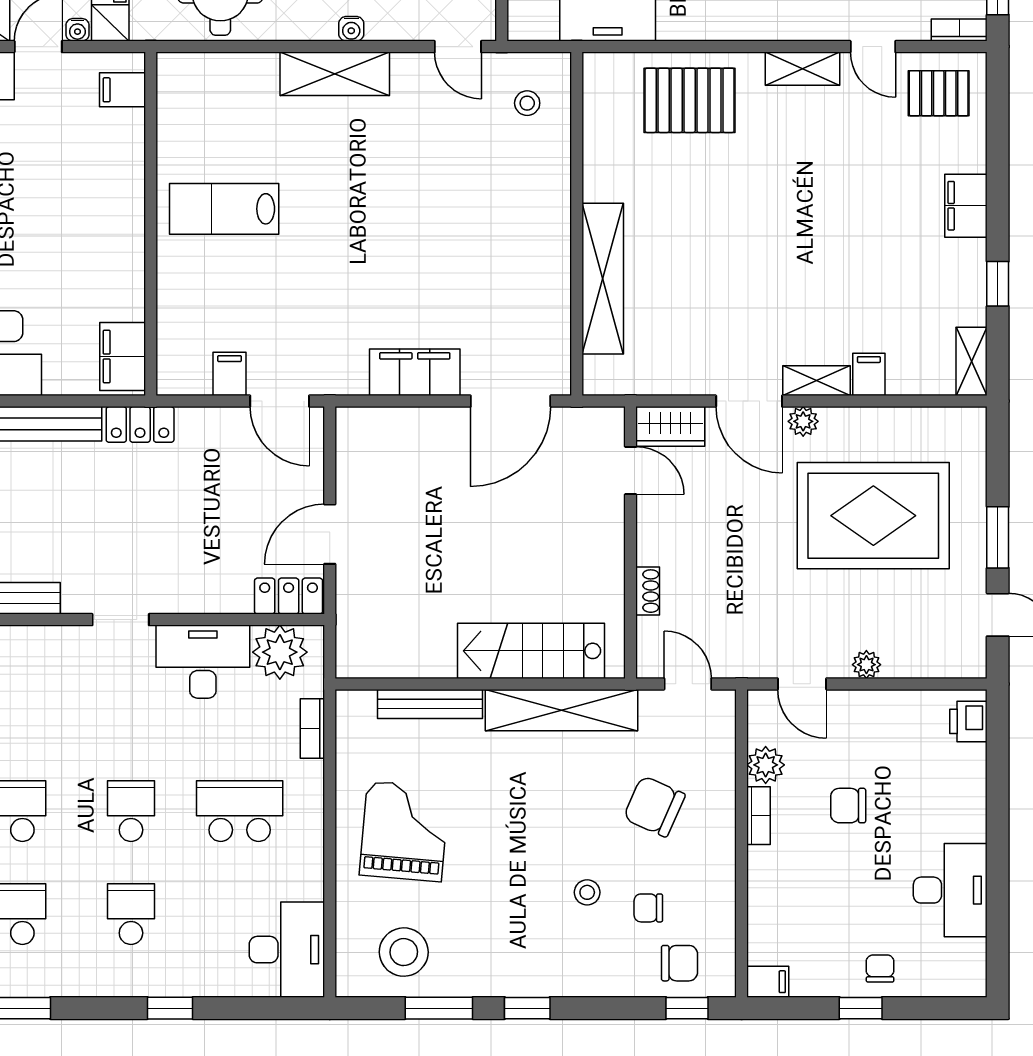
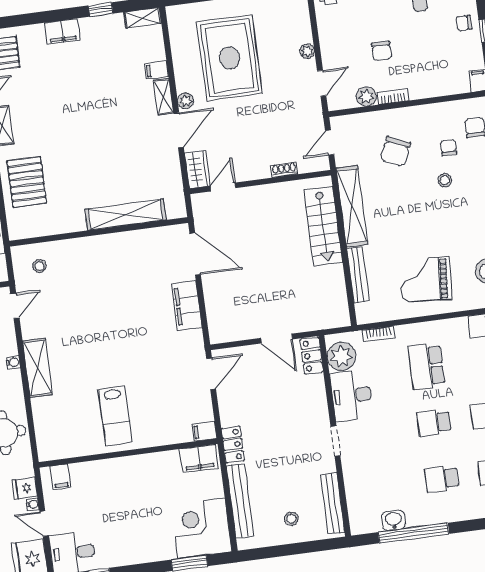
filing cabinet: (229, 374) -> (204, 431), moved
chair: (648, 908) -> (449, 147), turned 180

